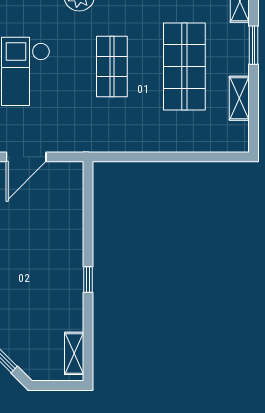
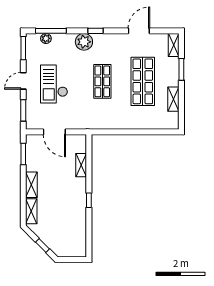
door: (26, 157) -> (54, 132), hinge flipped
shelving: (74, 353) -> (81, 165), moved

